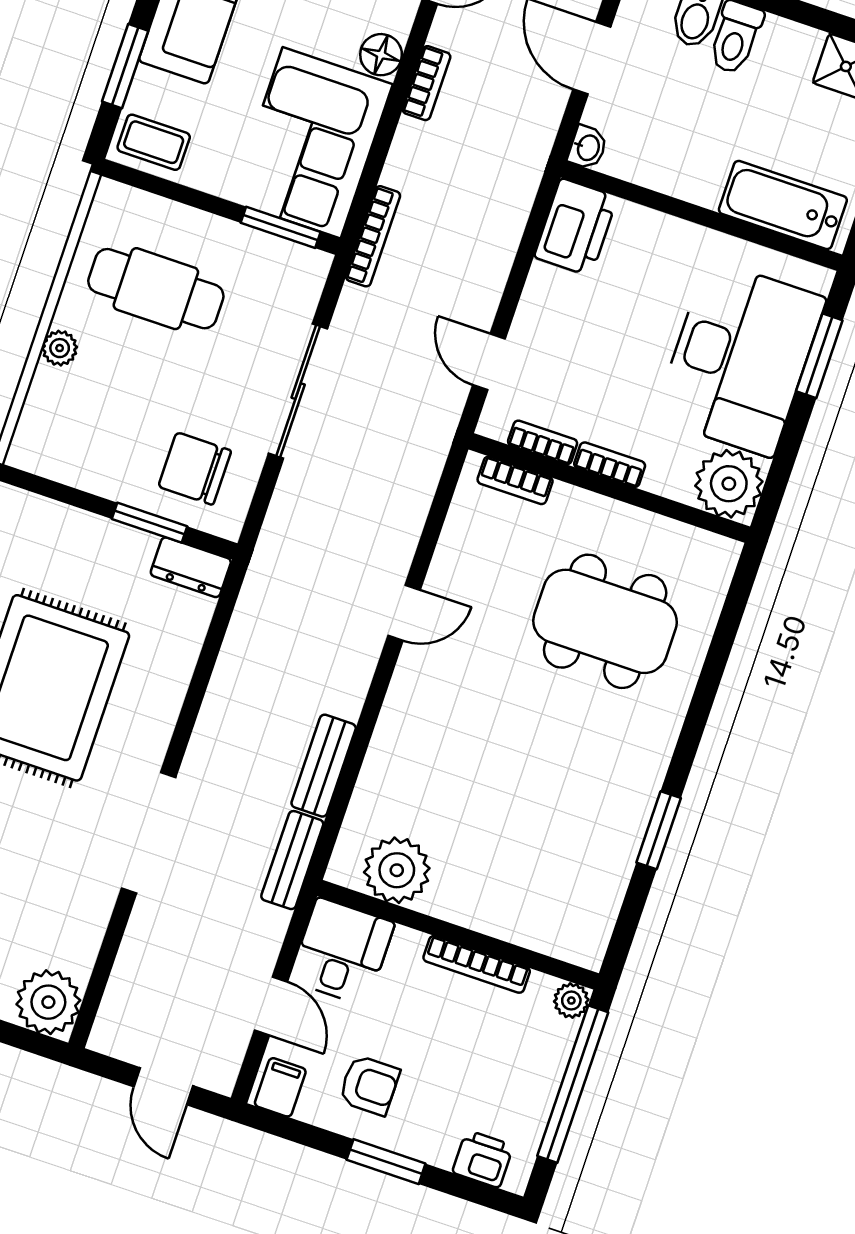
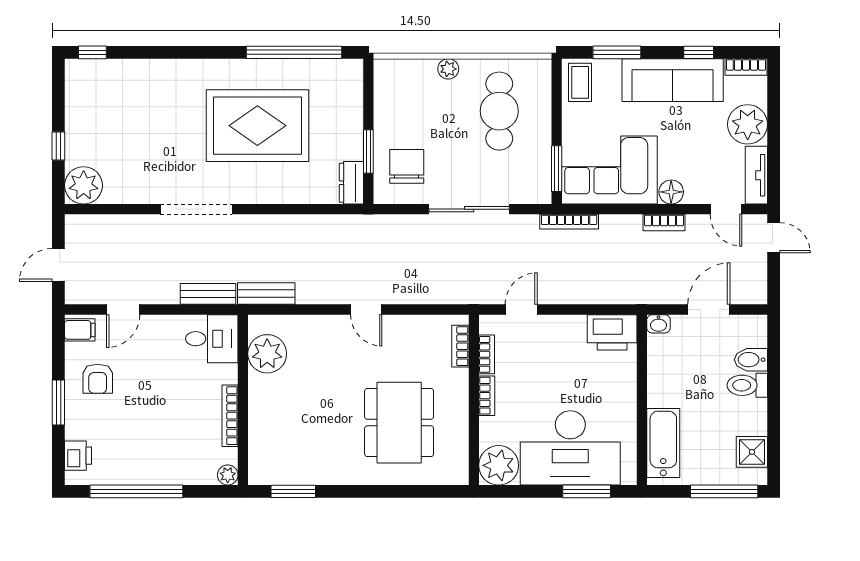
plant: (397, 870) -> (267, 354), moved
wall: (458, 935) -> (243, 400), moved
desk: (342, 952) -> (212, 339), moved
bookcase: (477, 964) -> (230, 416), moved
plant: (571, 1001) -> (228, 475), moved

